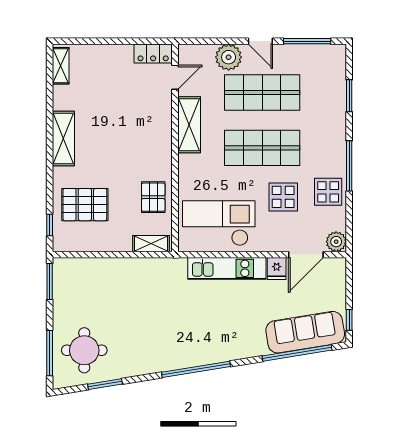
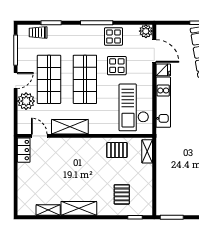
shelving: (61, 66) -> (48, 210), moved
trolley: (334, 76) -> (38, 32), added
pallet: (85, 205) -> (122, 194), width x0.67, depth x0.71

